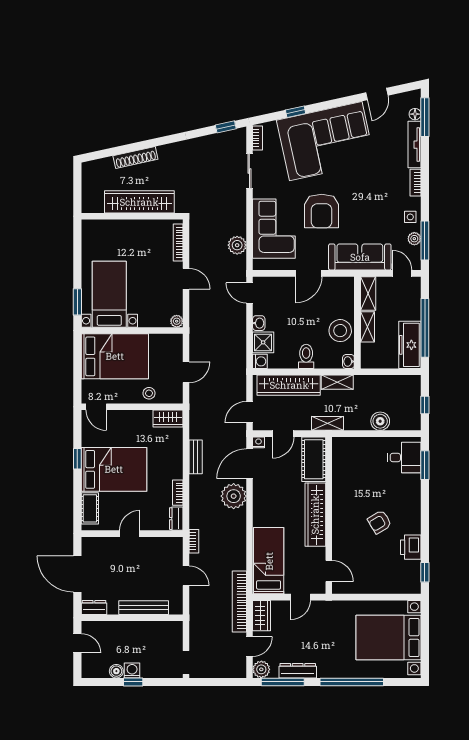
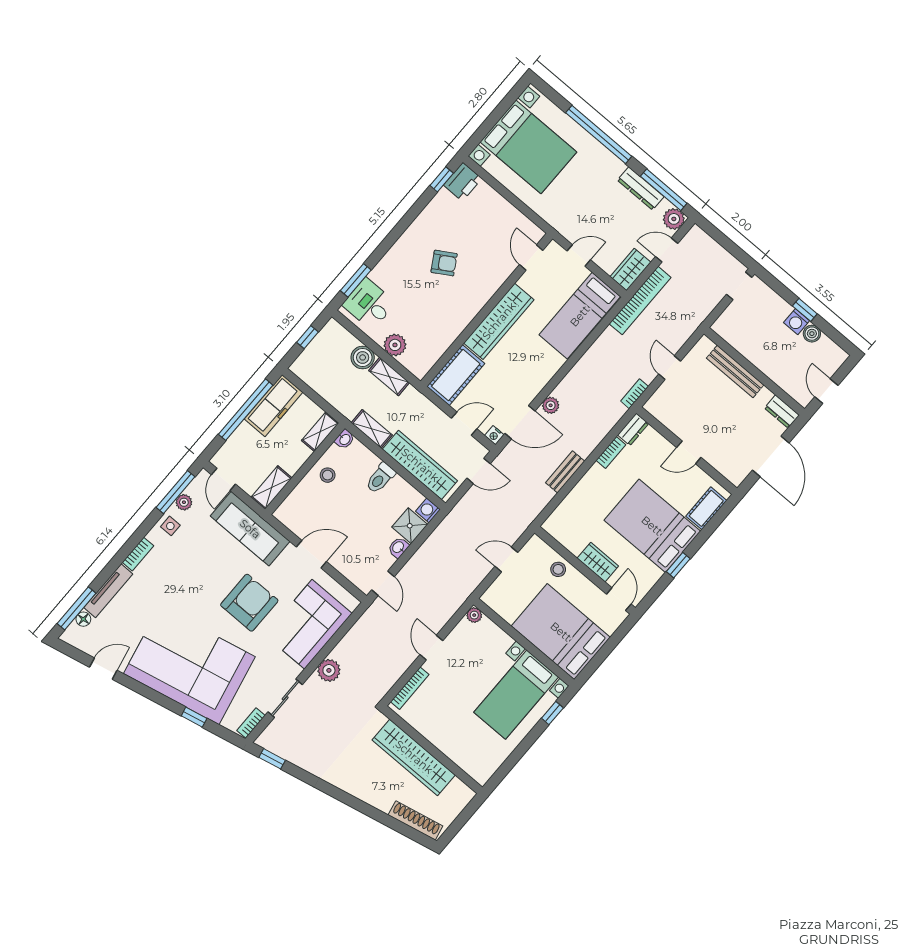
shoe rack: (135, 158) -> (415, 820), moved
plant: (237, 245) -> (329, 670), moved
window: (77, 302) -> (552, 713), width x0.67
shelving: (367, 327) -> (320, 432), moved
stool: (340, 331) -> (328, 475), width x0.53, depth x0.53
wardrobe: (168, 418) -> (598, 562), moved
shelving: (327, 423) -> (389, 377), moved
plant: (367, 446) -> (395, 345), added
plant: (234, 496) -> (551, 405), width x0.53, depth x0.53
printer: (411, 547) -> (463, 182), moved

